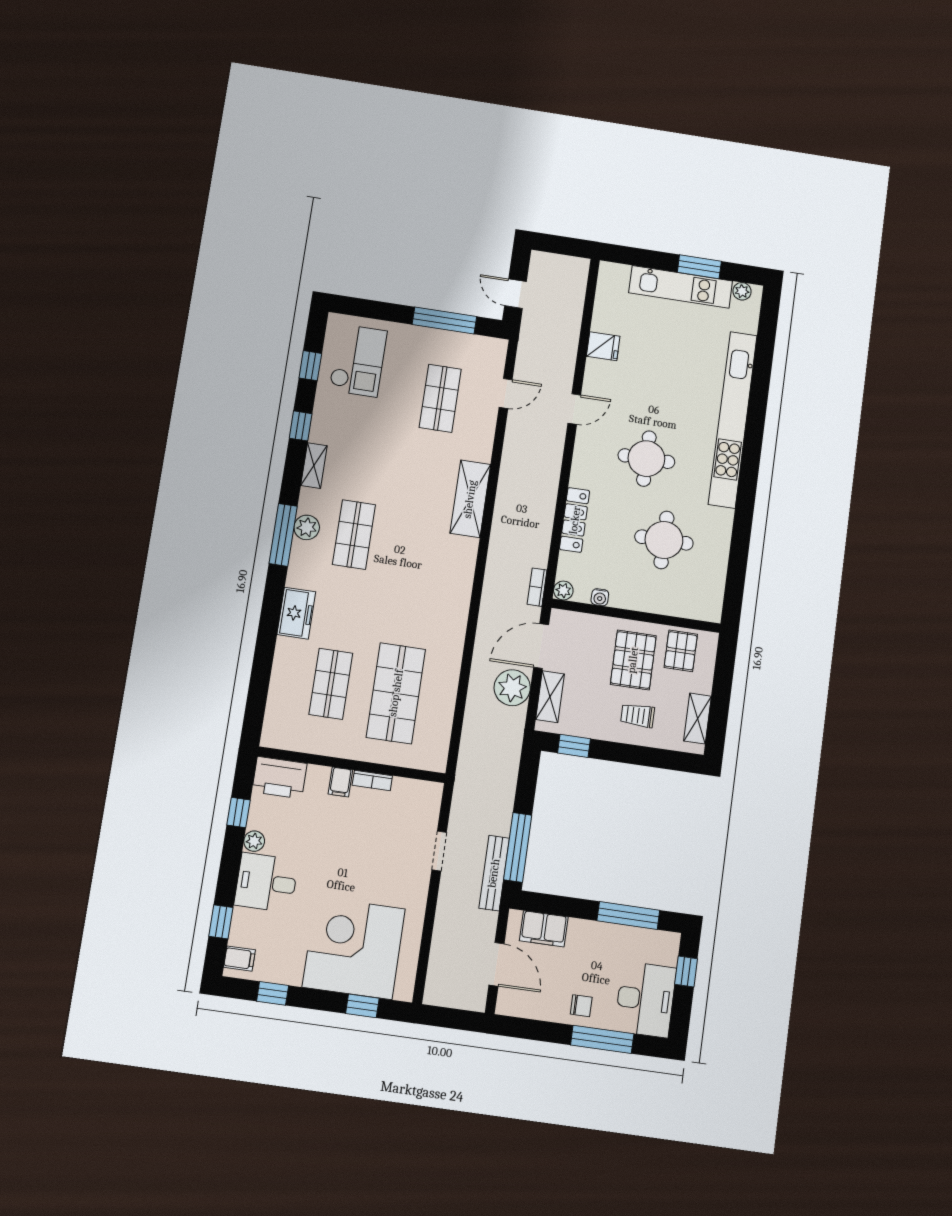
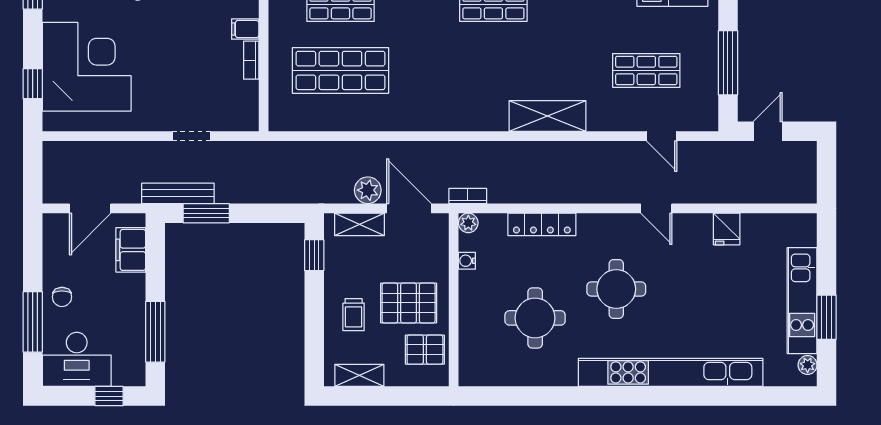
plant: (512, 688) -> (368, 190), width x0.73, depth x0.73
trolley: (638, 715) -> (354, 315), turned 180
window: (518, 847) -> (206, 213), width x0.69

